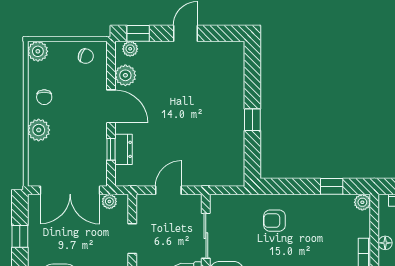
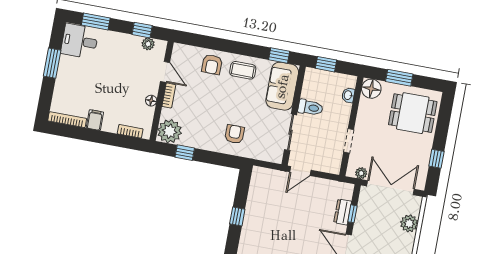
plant: (39, 130) -> (409, 223), moved
door: (168, 190) -> (300, 171), moved
plant: (362, 202) -> (170, 131), width x1.88, depth x1.88
armchair: (274, 221) -> (235, 134), turned -90

